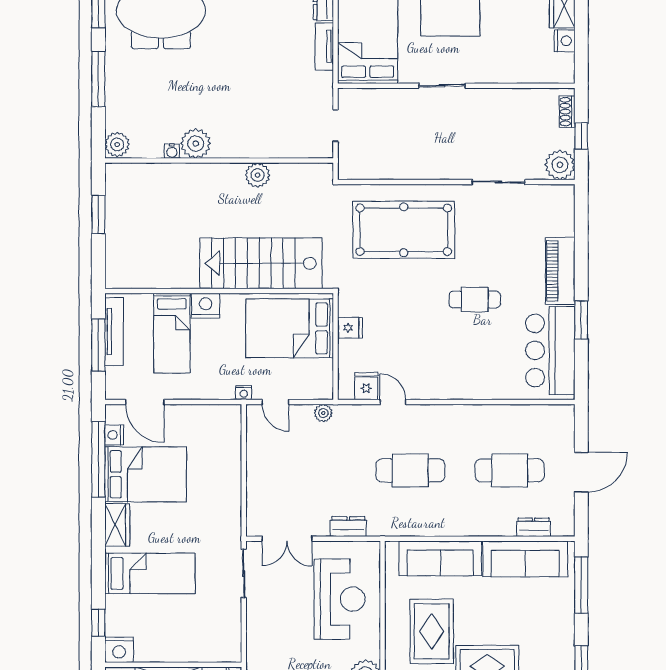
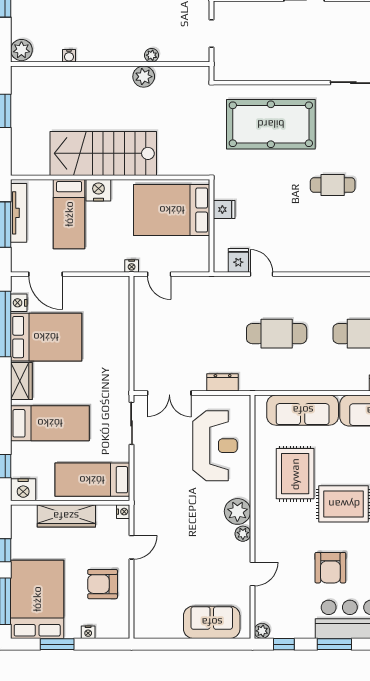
plant: (196, 144) -> (152, 55), moved, width x0.53, depth x0.53
stairs: (261, 263) -> (103, 153), moved
plant: (323, 413) -> (201, 284), removed
bed: (199, 638) -> (92, 480), added

